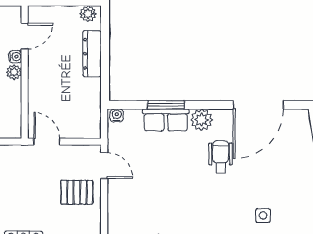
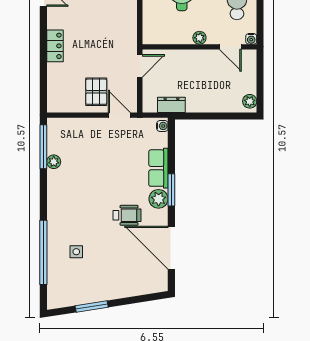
dresser: (92, 54) -> (171, 105), moved, width x0.70
water cooler: (15, 57) -> (251, 39), moved
window: (166, 105) -> (171, 190), moved
door: (104, 166) -> (119, 115), swing flipped

